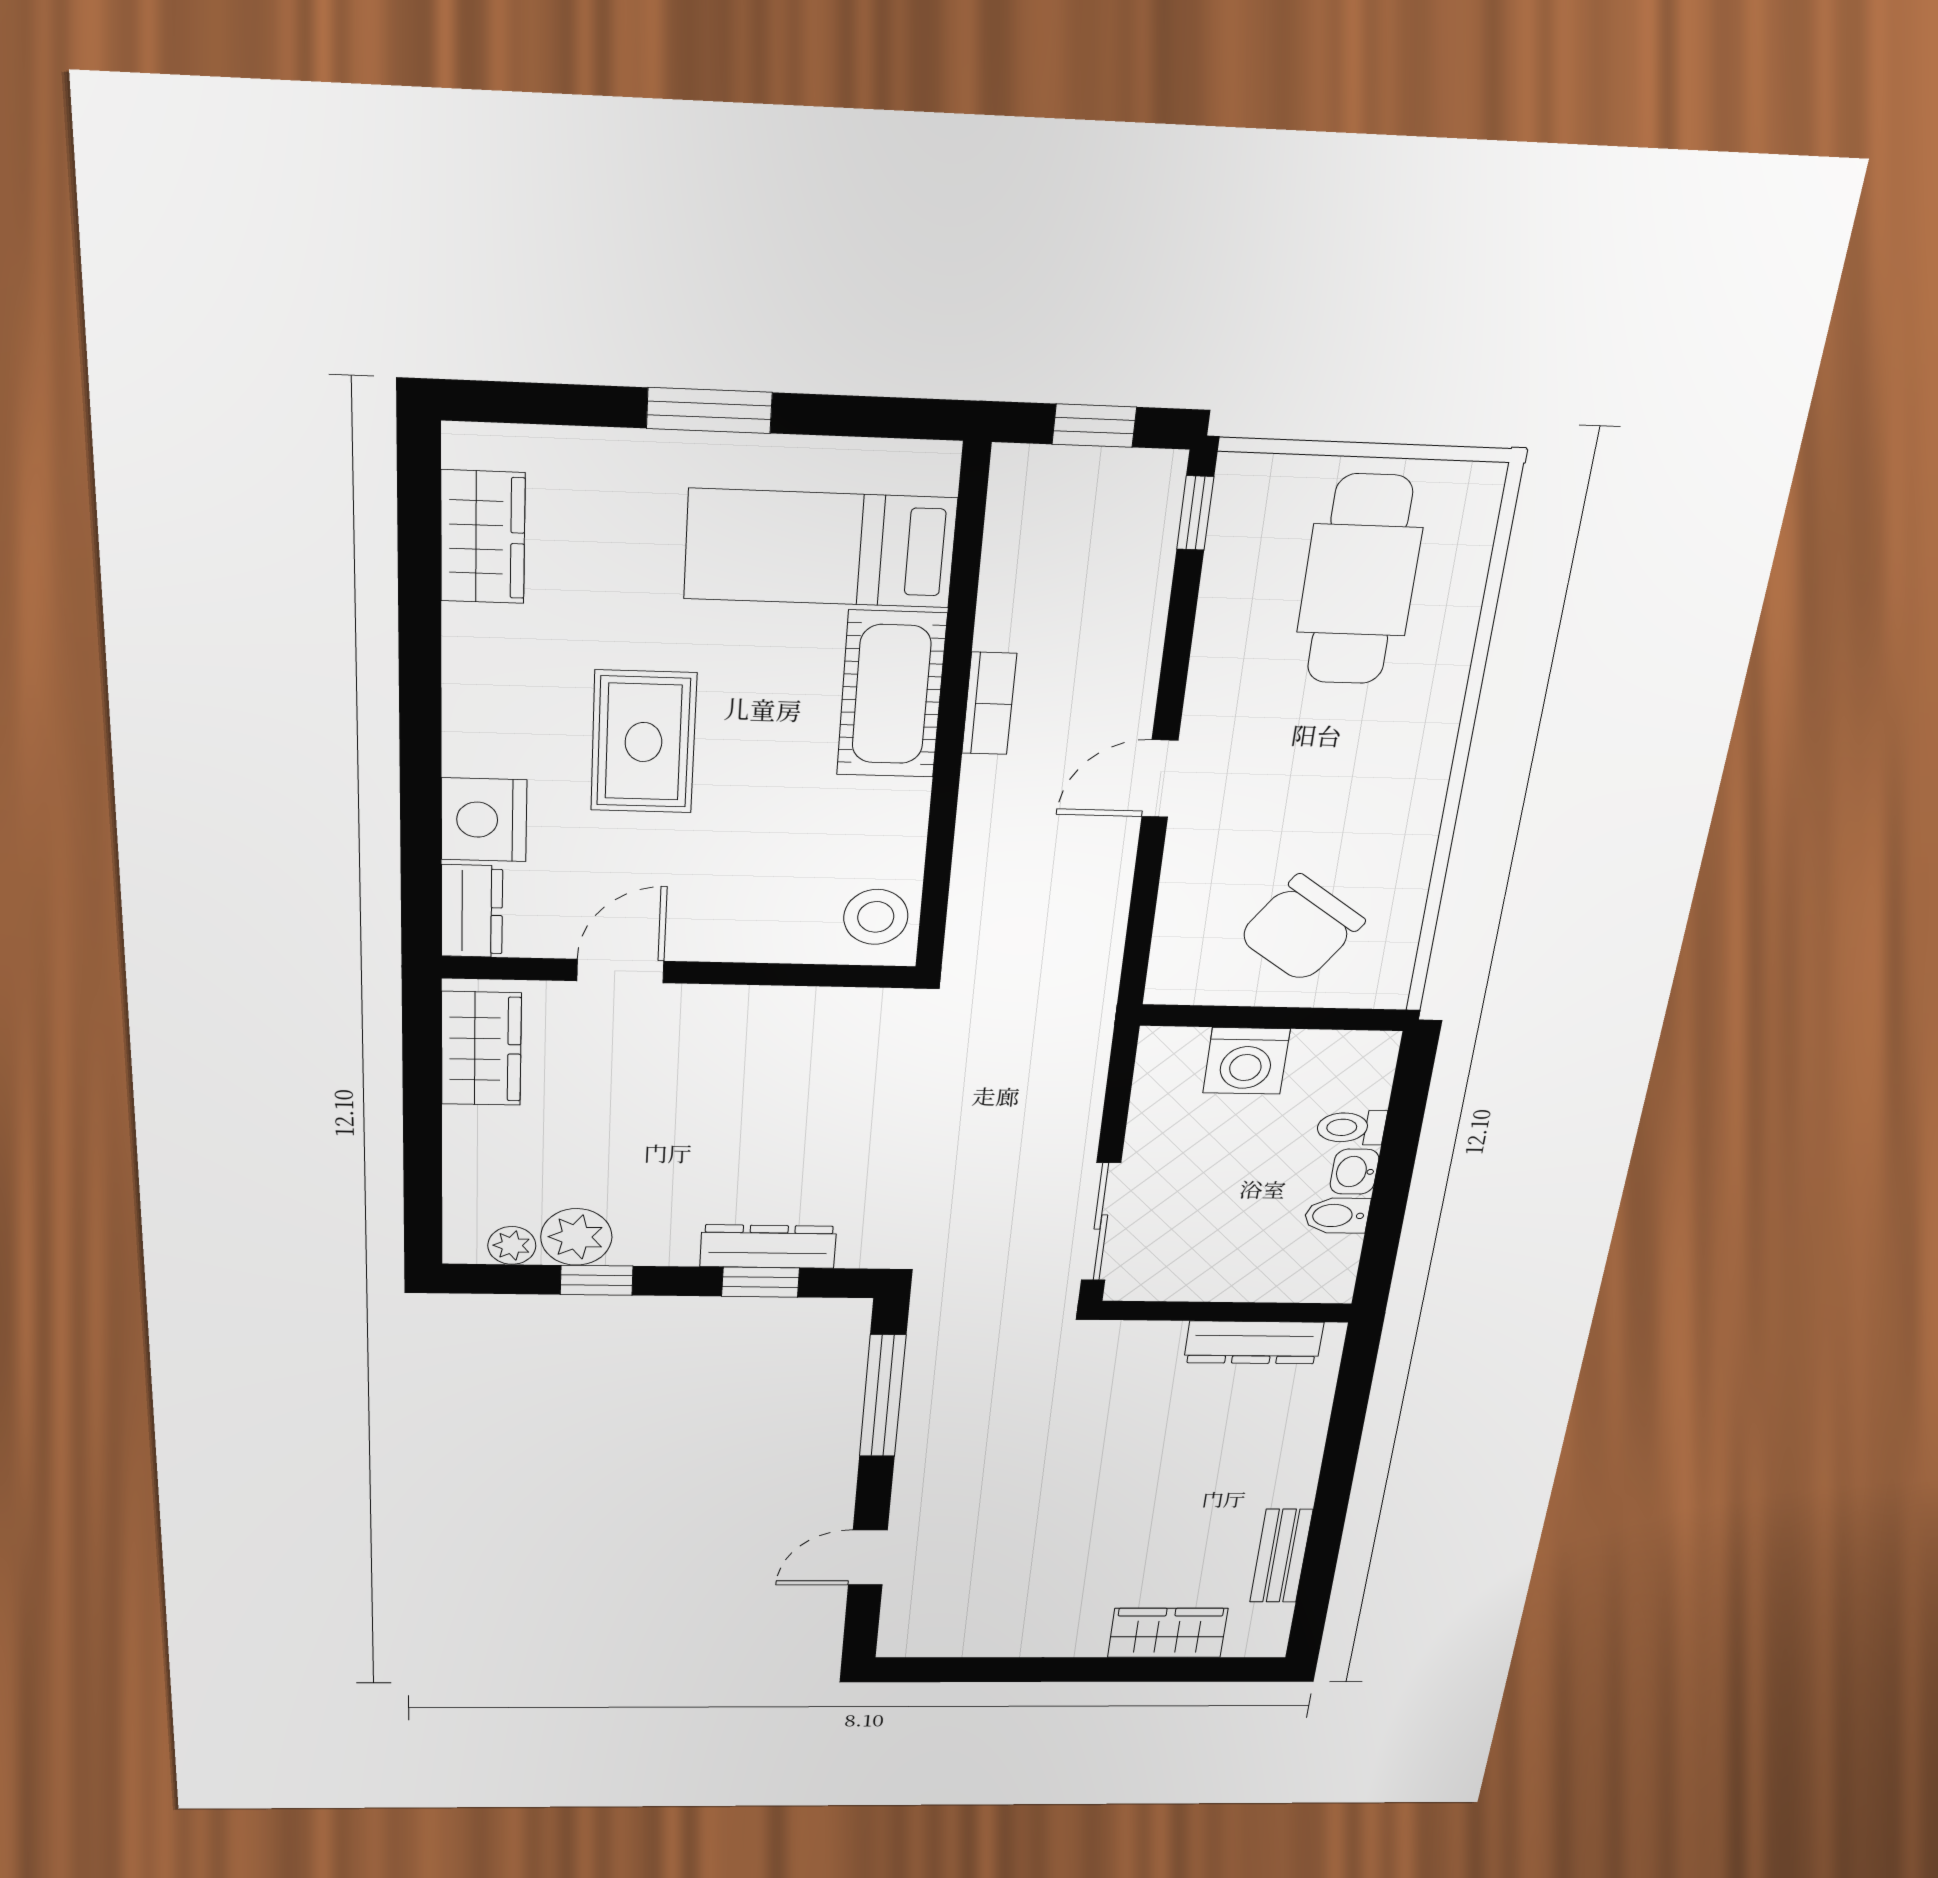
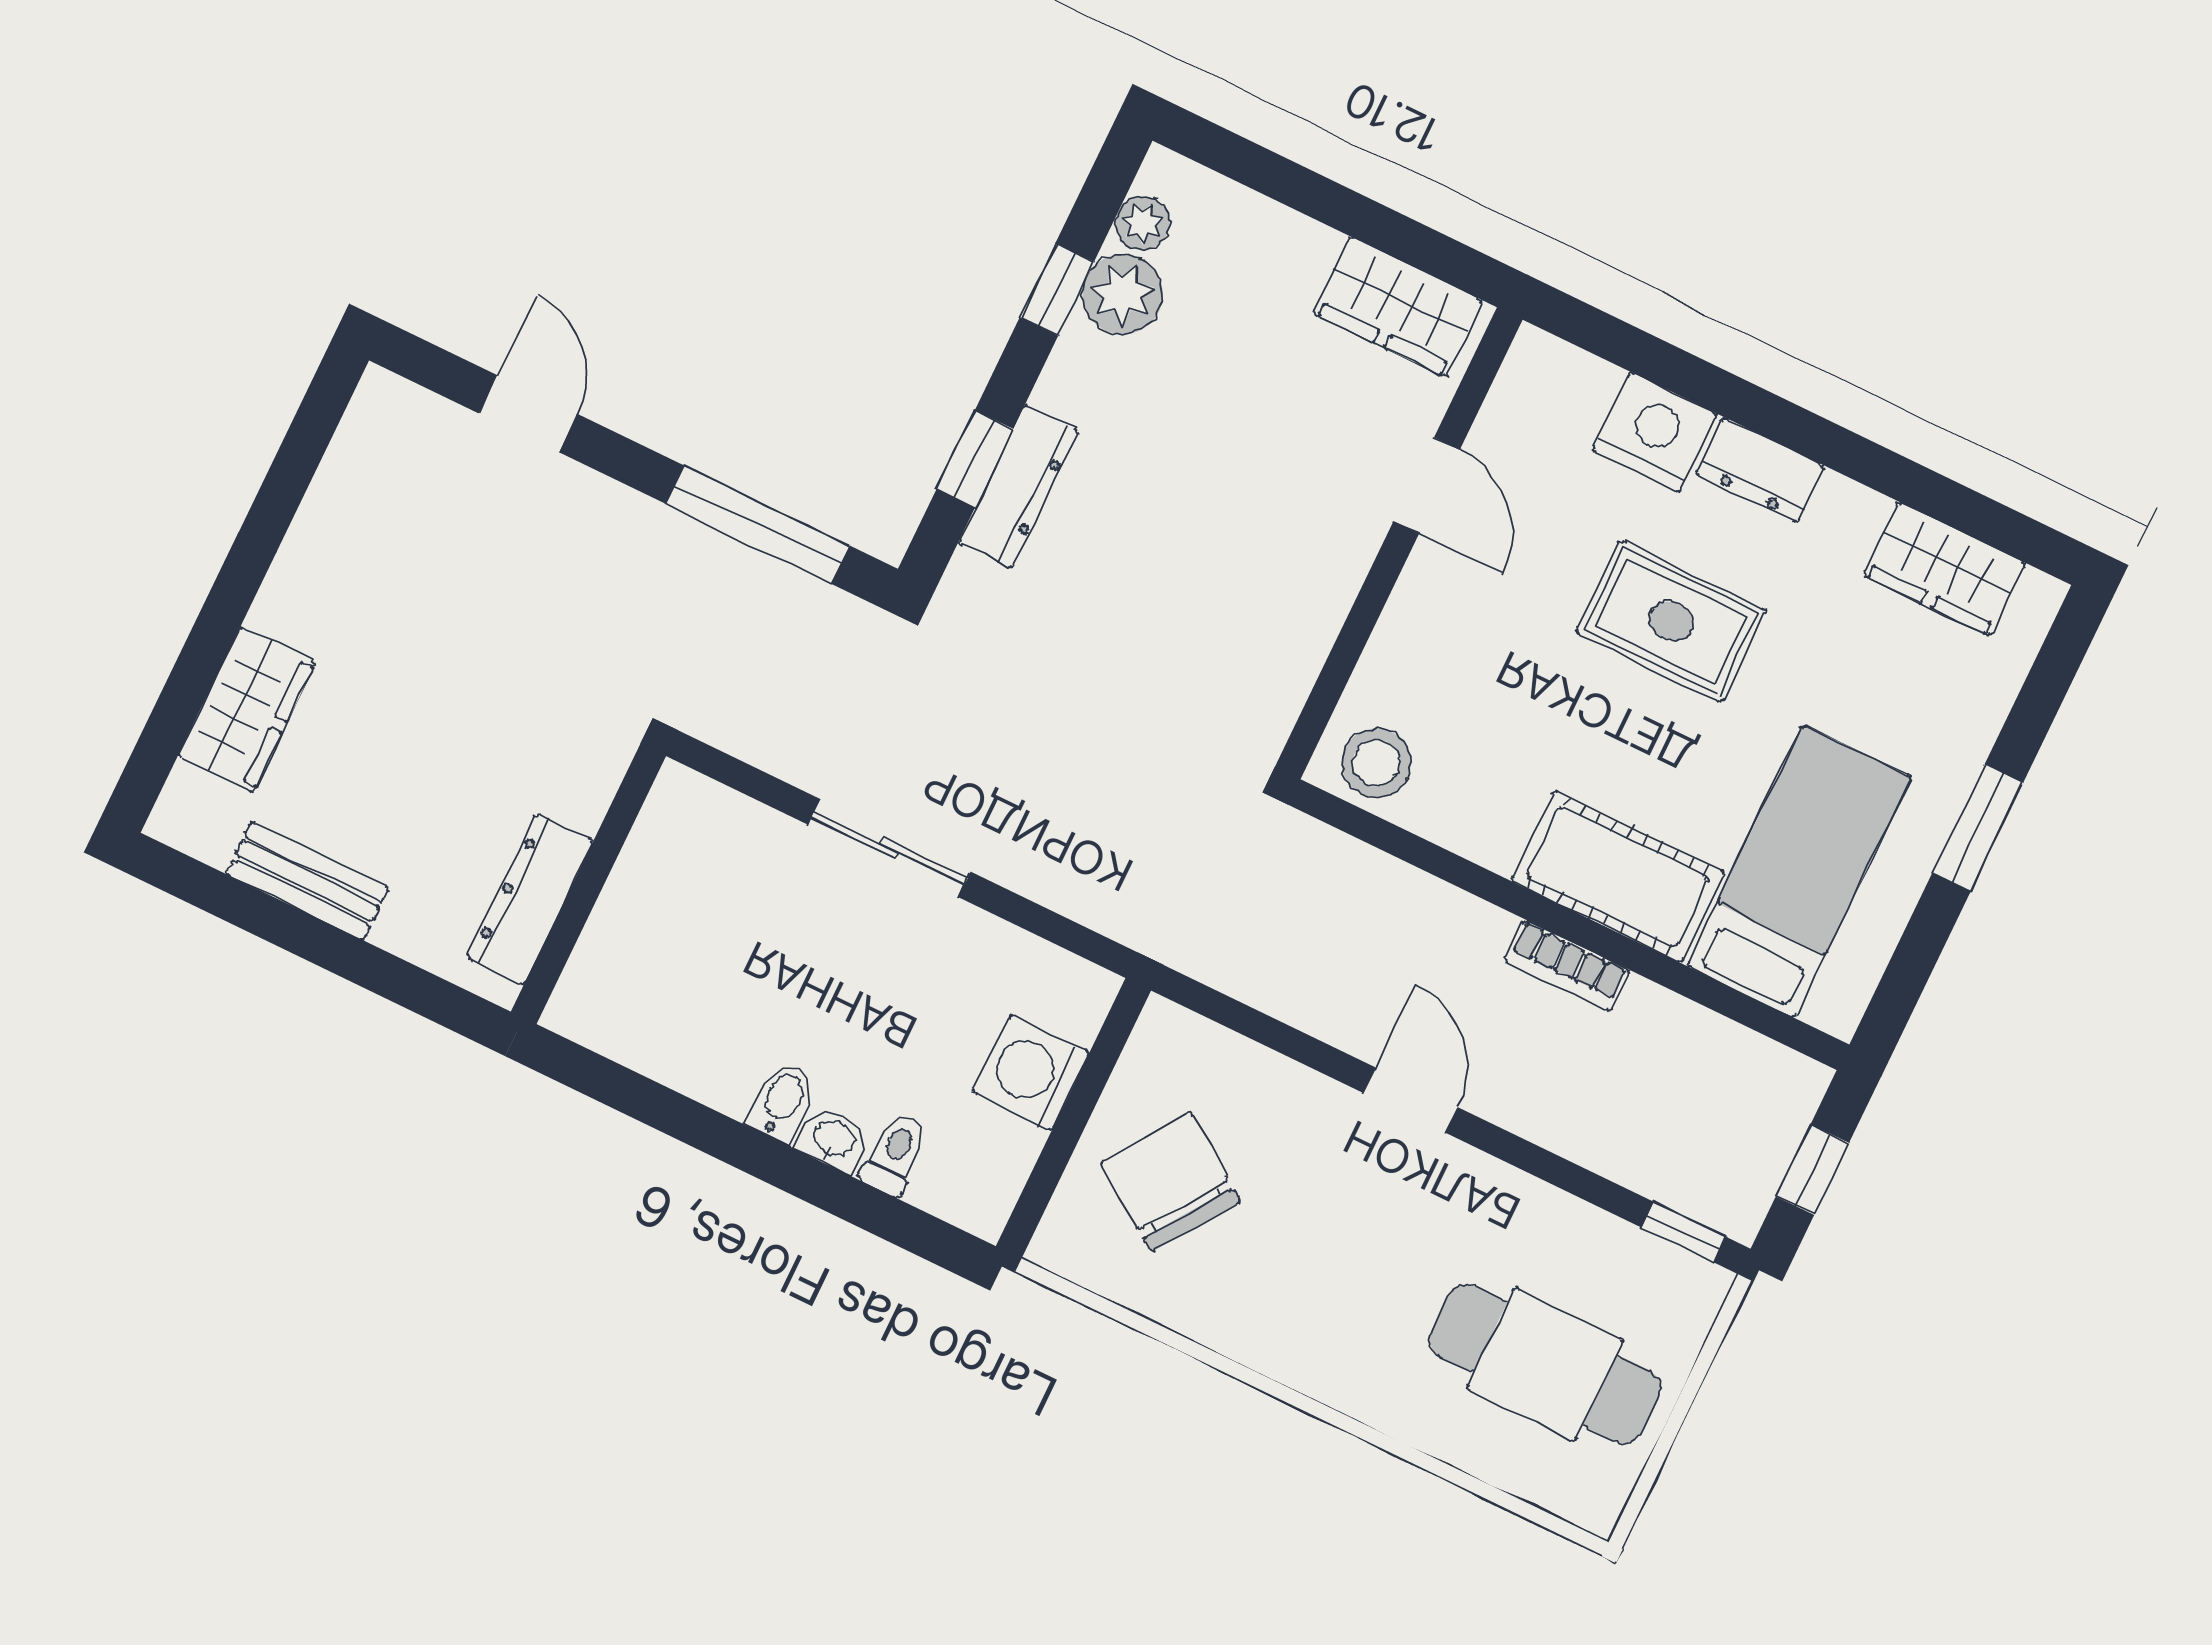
dresser: (472, 911) -> (1760, 470), moved
wall: (1226, 1312) -> (588, 884), moved
dresser: (1254, 1342) -> (530, 899), moved

